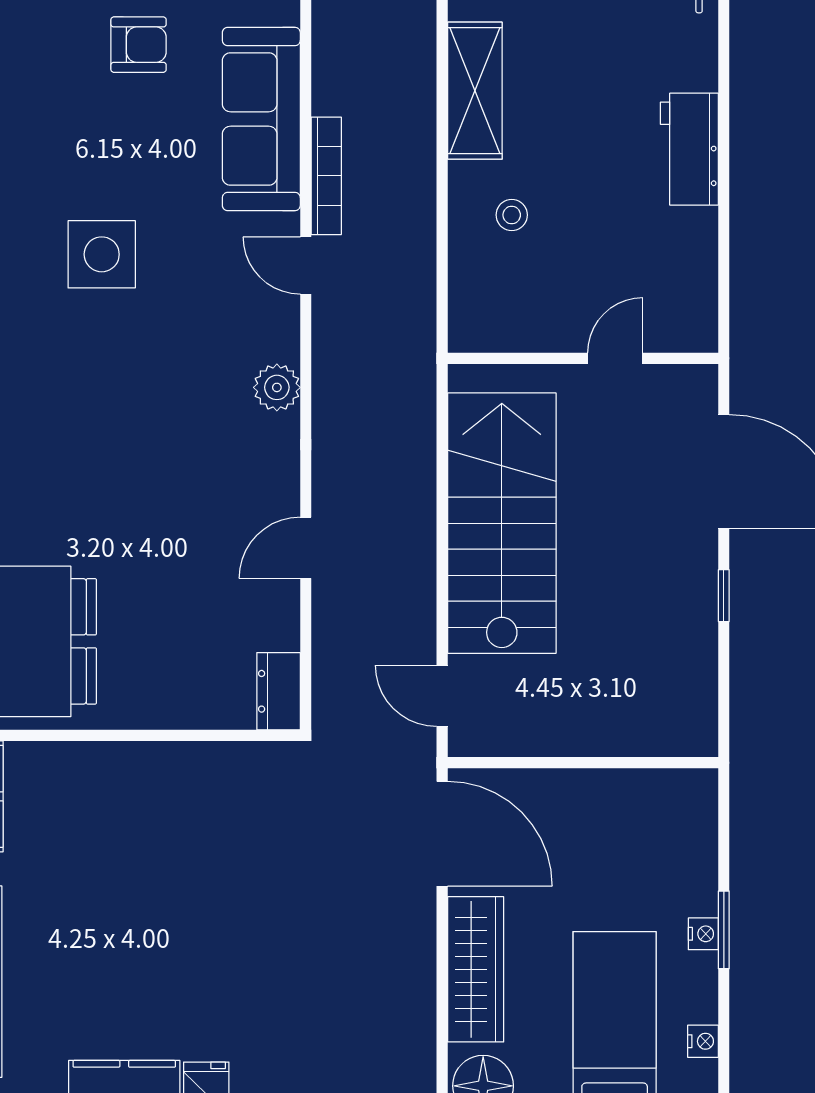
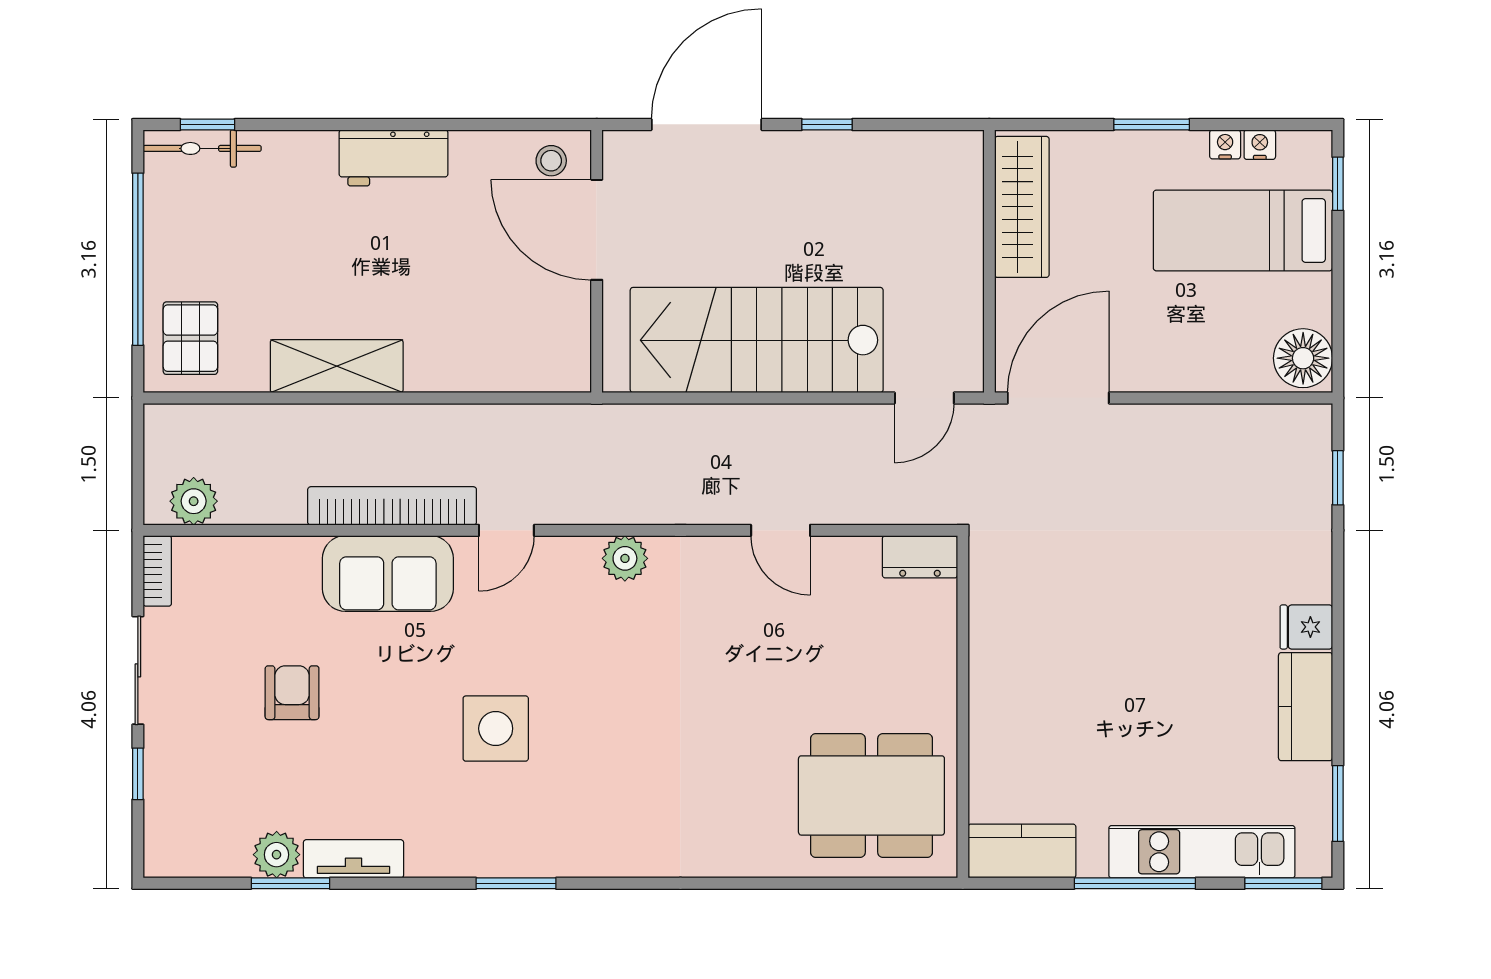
sofa: (261, 119) -> (388, 573), width x0.73
bookcase: (326, 176) -> (392, 506), width x1.48, depth x1.31
stool: (512, 215) -> (551, 161), moved
door: (615, 358) -> (597, 230), width x1.88
nightstand: (703, 934) -> (1225, 144), moved
wardrobe: (476, 969) -> (1022, 207), moved, turned 90

